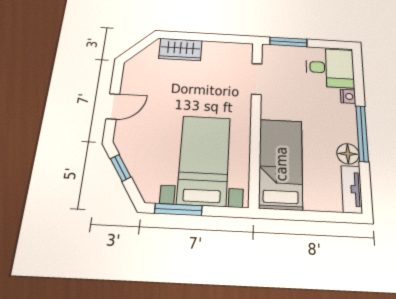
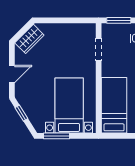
wardrobe: (180, 49) -> (29, 39), moved, turned -45

